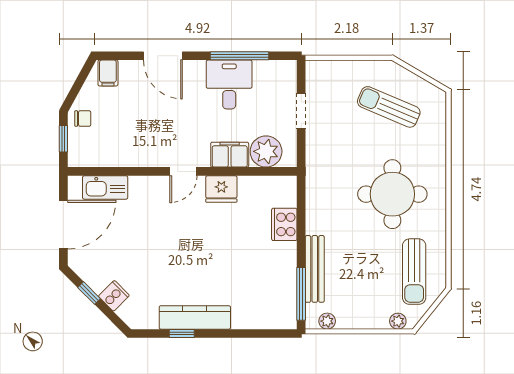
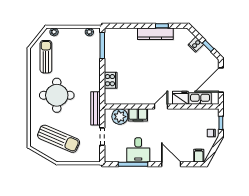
sun lounger: (389, 107) -> (59, 139), width x1.36, depth x1.34
fridge: (221, 189) -> (180, 98), moved
bench: (315, 269) -> (95, 108), moved

